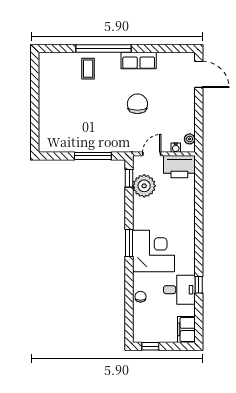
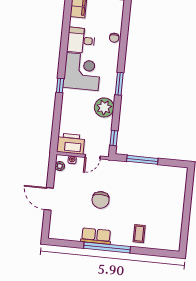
window: (103, 49) -> (107, 247), moved
door: (199, 74) -> (49, 199), moved
plant: (144, 186) -> (104, 107), moved
corner desk: (154, 251) -> (82, 72), moved, turned 180
window: (199, 285) -> (60, 85), moved

